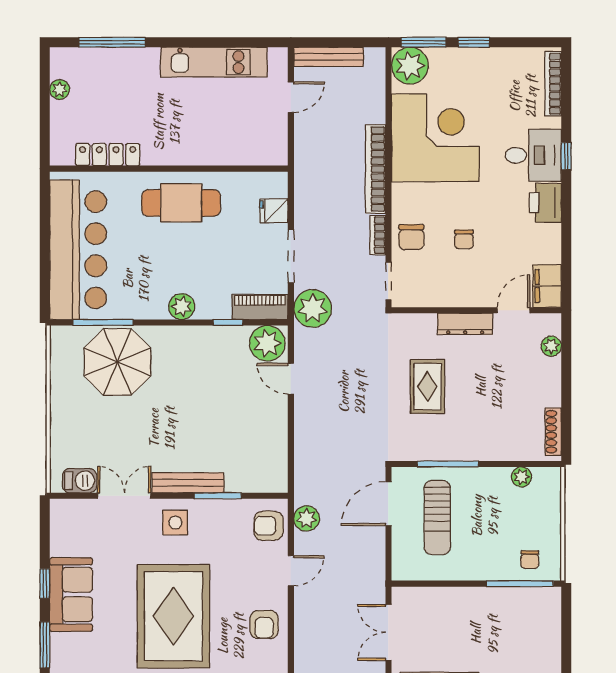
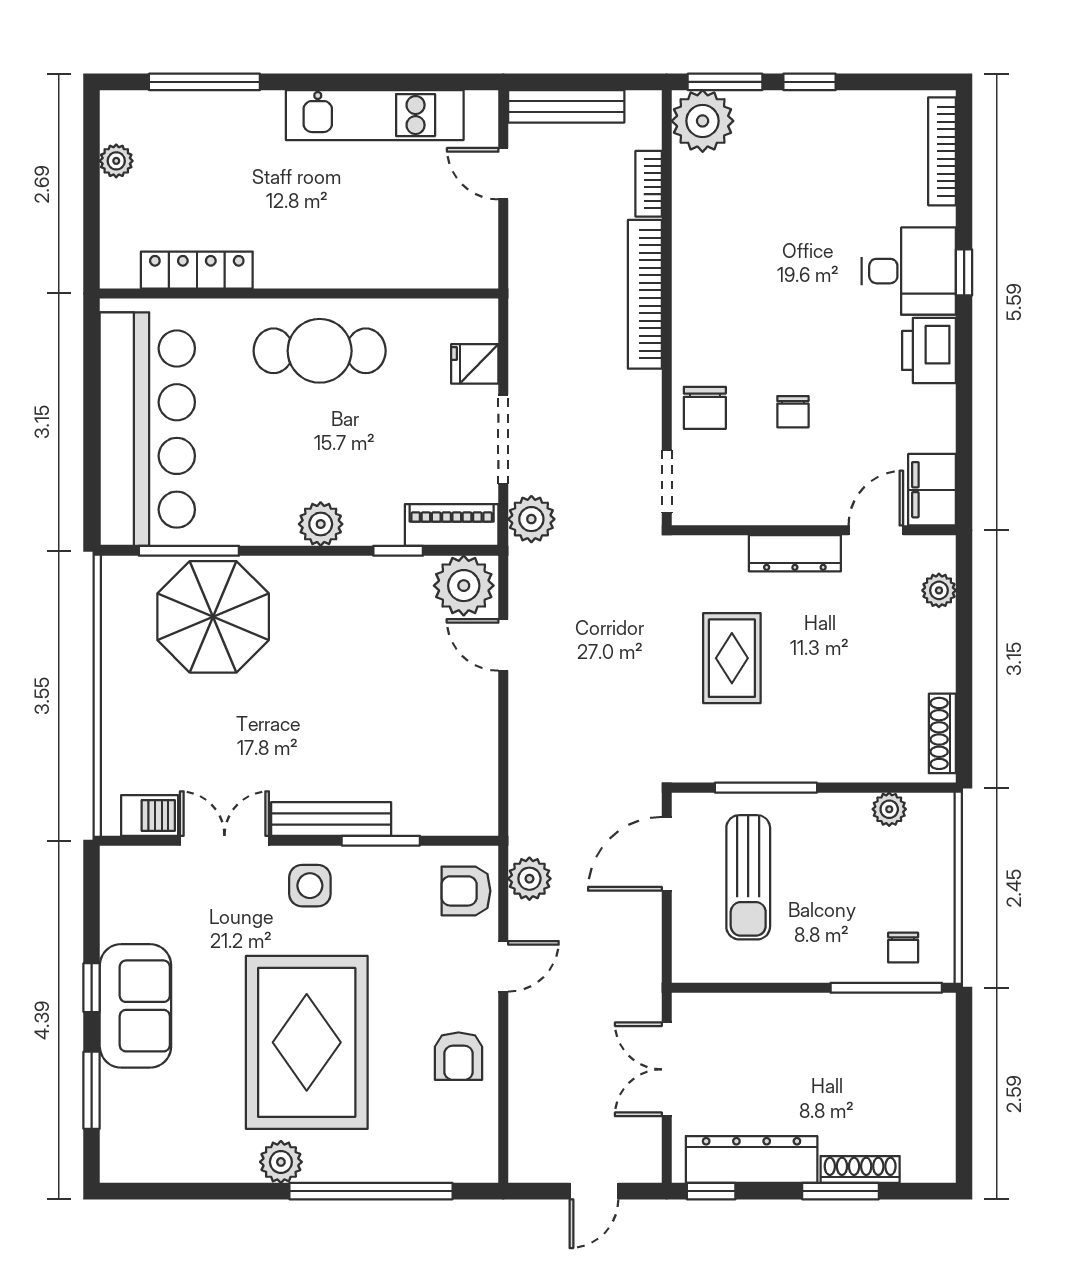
door: (291, 97) -> (503, 174), swing flipped
corner desk: (435, 138) -> (745, 242), removed
bookcase: (378, 235) -> (649, 184), moved
plant: (313, 309) -> (531, 519), width x0.73, depth x0.73

